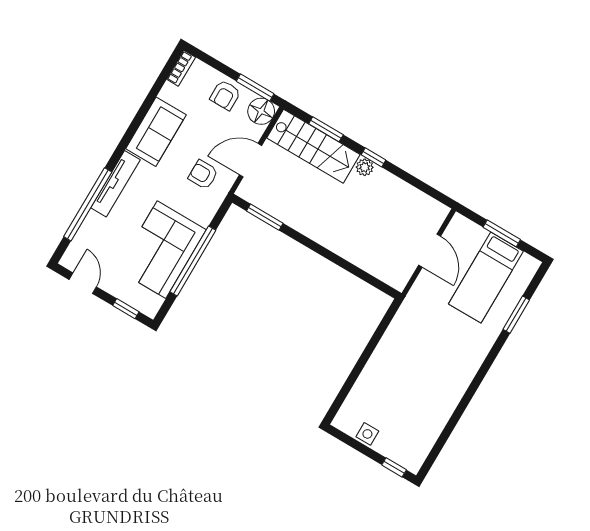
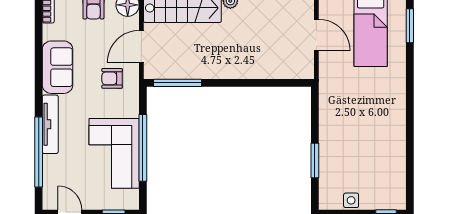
window: (265, 217) -> (177, 83), width x1.44
window: (516, 315) -> (410, 26), moved
window: (355, 374) -> (315, 160), added

